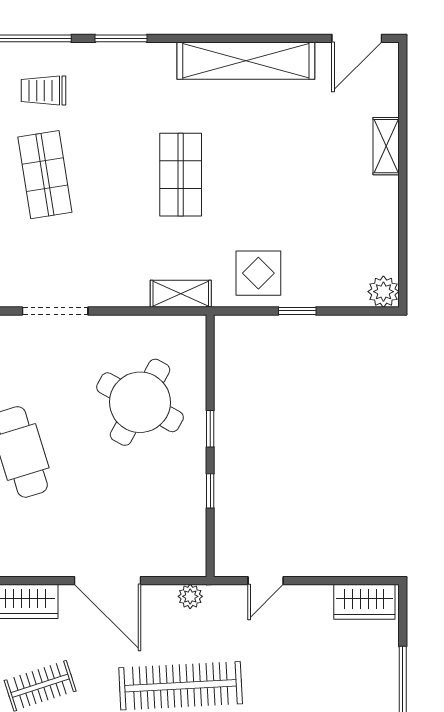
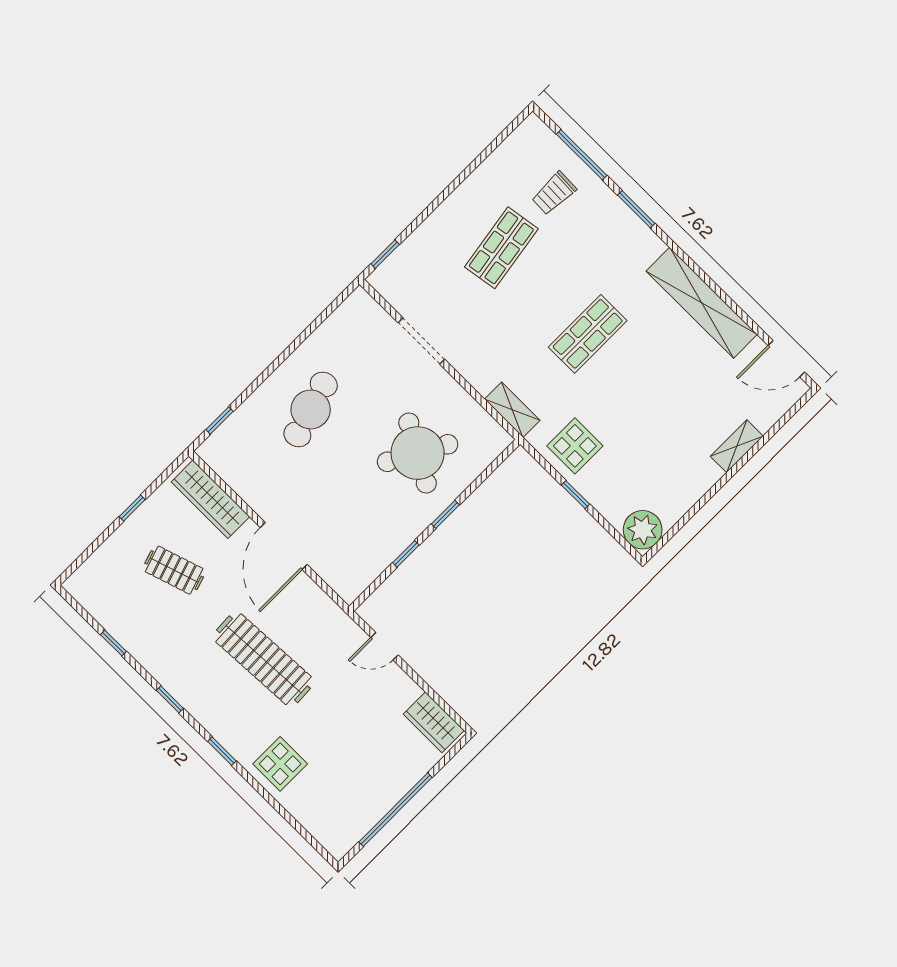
trolley: (43, 91) -> (554, 193), turned -88
plant: (383, 292) -> (643, 530), width x1.36, depth x1.36
plant: (190, 596) -> (326, 608), removed

